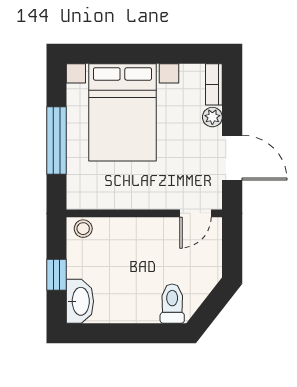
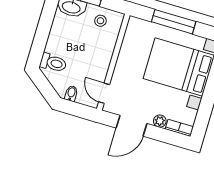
stool: (83, 229) -> (100, 21), moved
bidet: (210, 263) -> (71, 93), added

